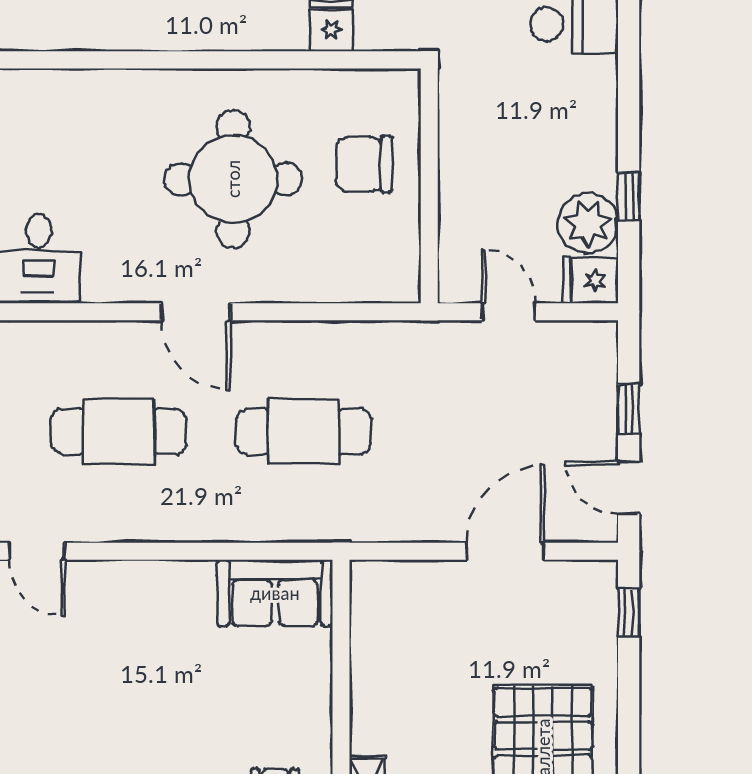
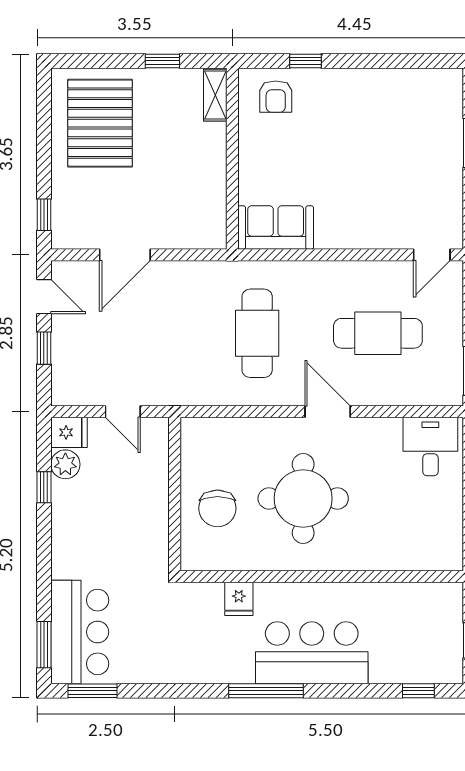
chair: (364, 164) -> (217, 508), turned 90
plant: (588, 223) -> (65, 464), width x0.73, depth x0.73
cafe table: (303, 431) -> (257, 333), turned 90
door: (37, 551) -> (432, 255), swing flipped

